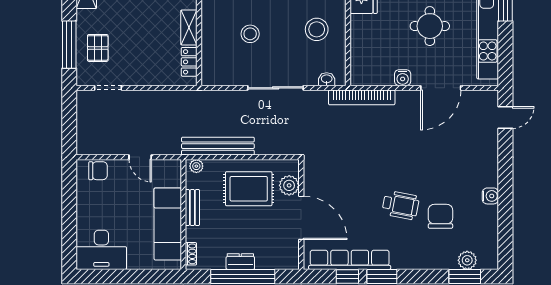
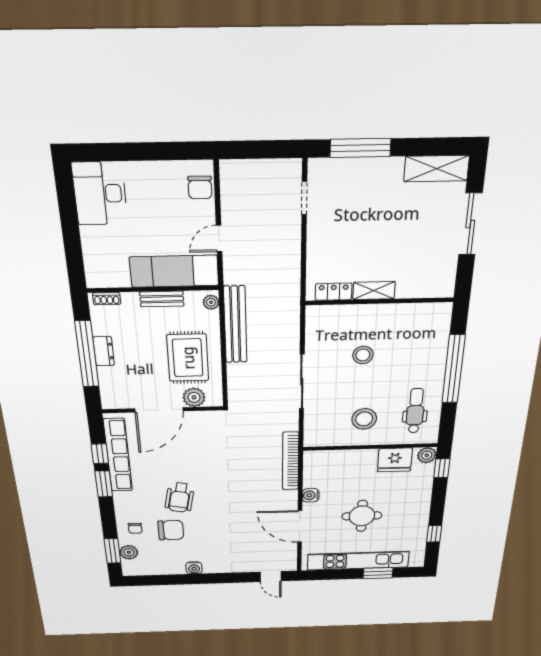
pallet: (98, 48) -> (355, 184), removed
washbasin: (327, 79) -> (310, 429), removed
exam couch: (168, 224) -> (174, 271), moved
chair: (437, 251) -> (135, 528), added

